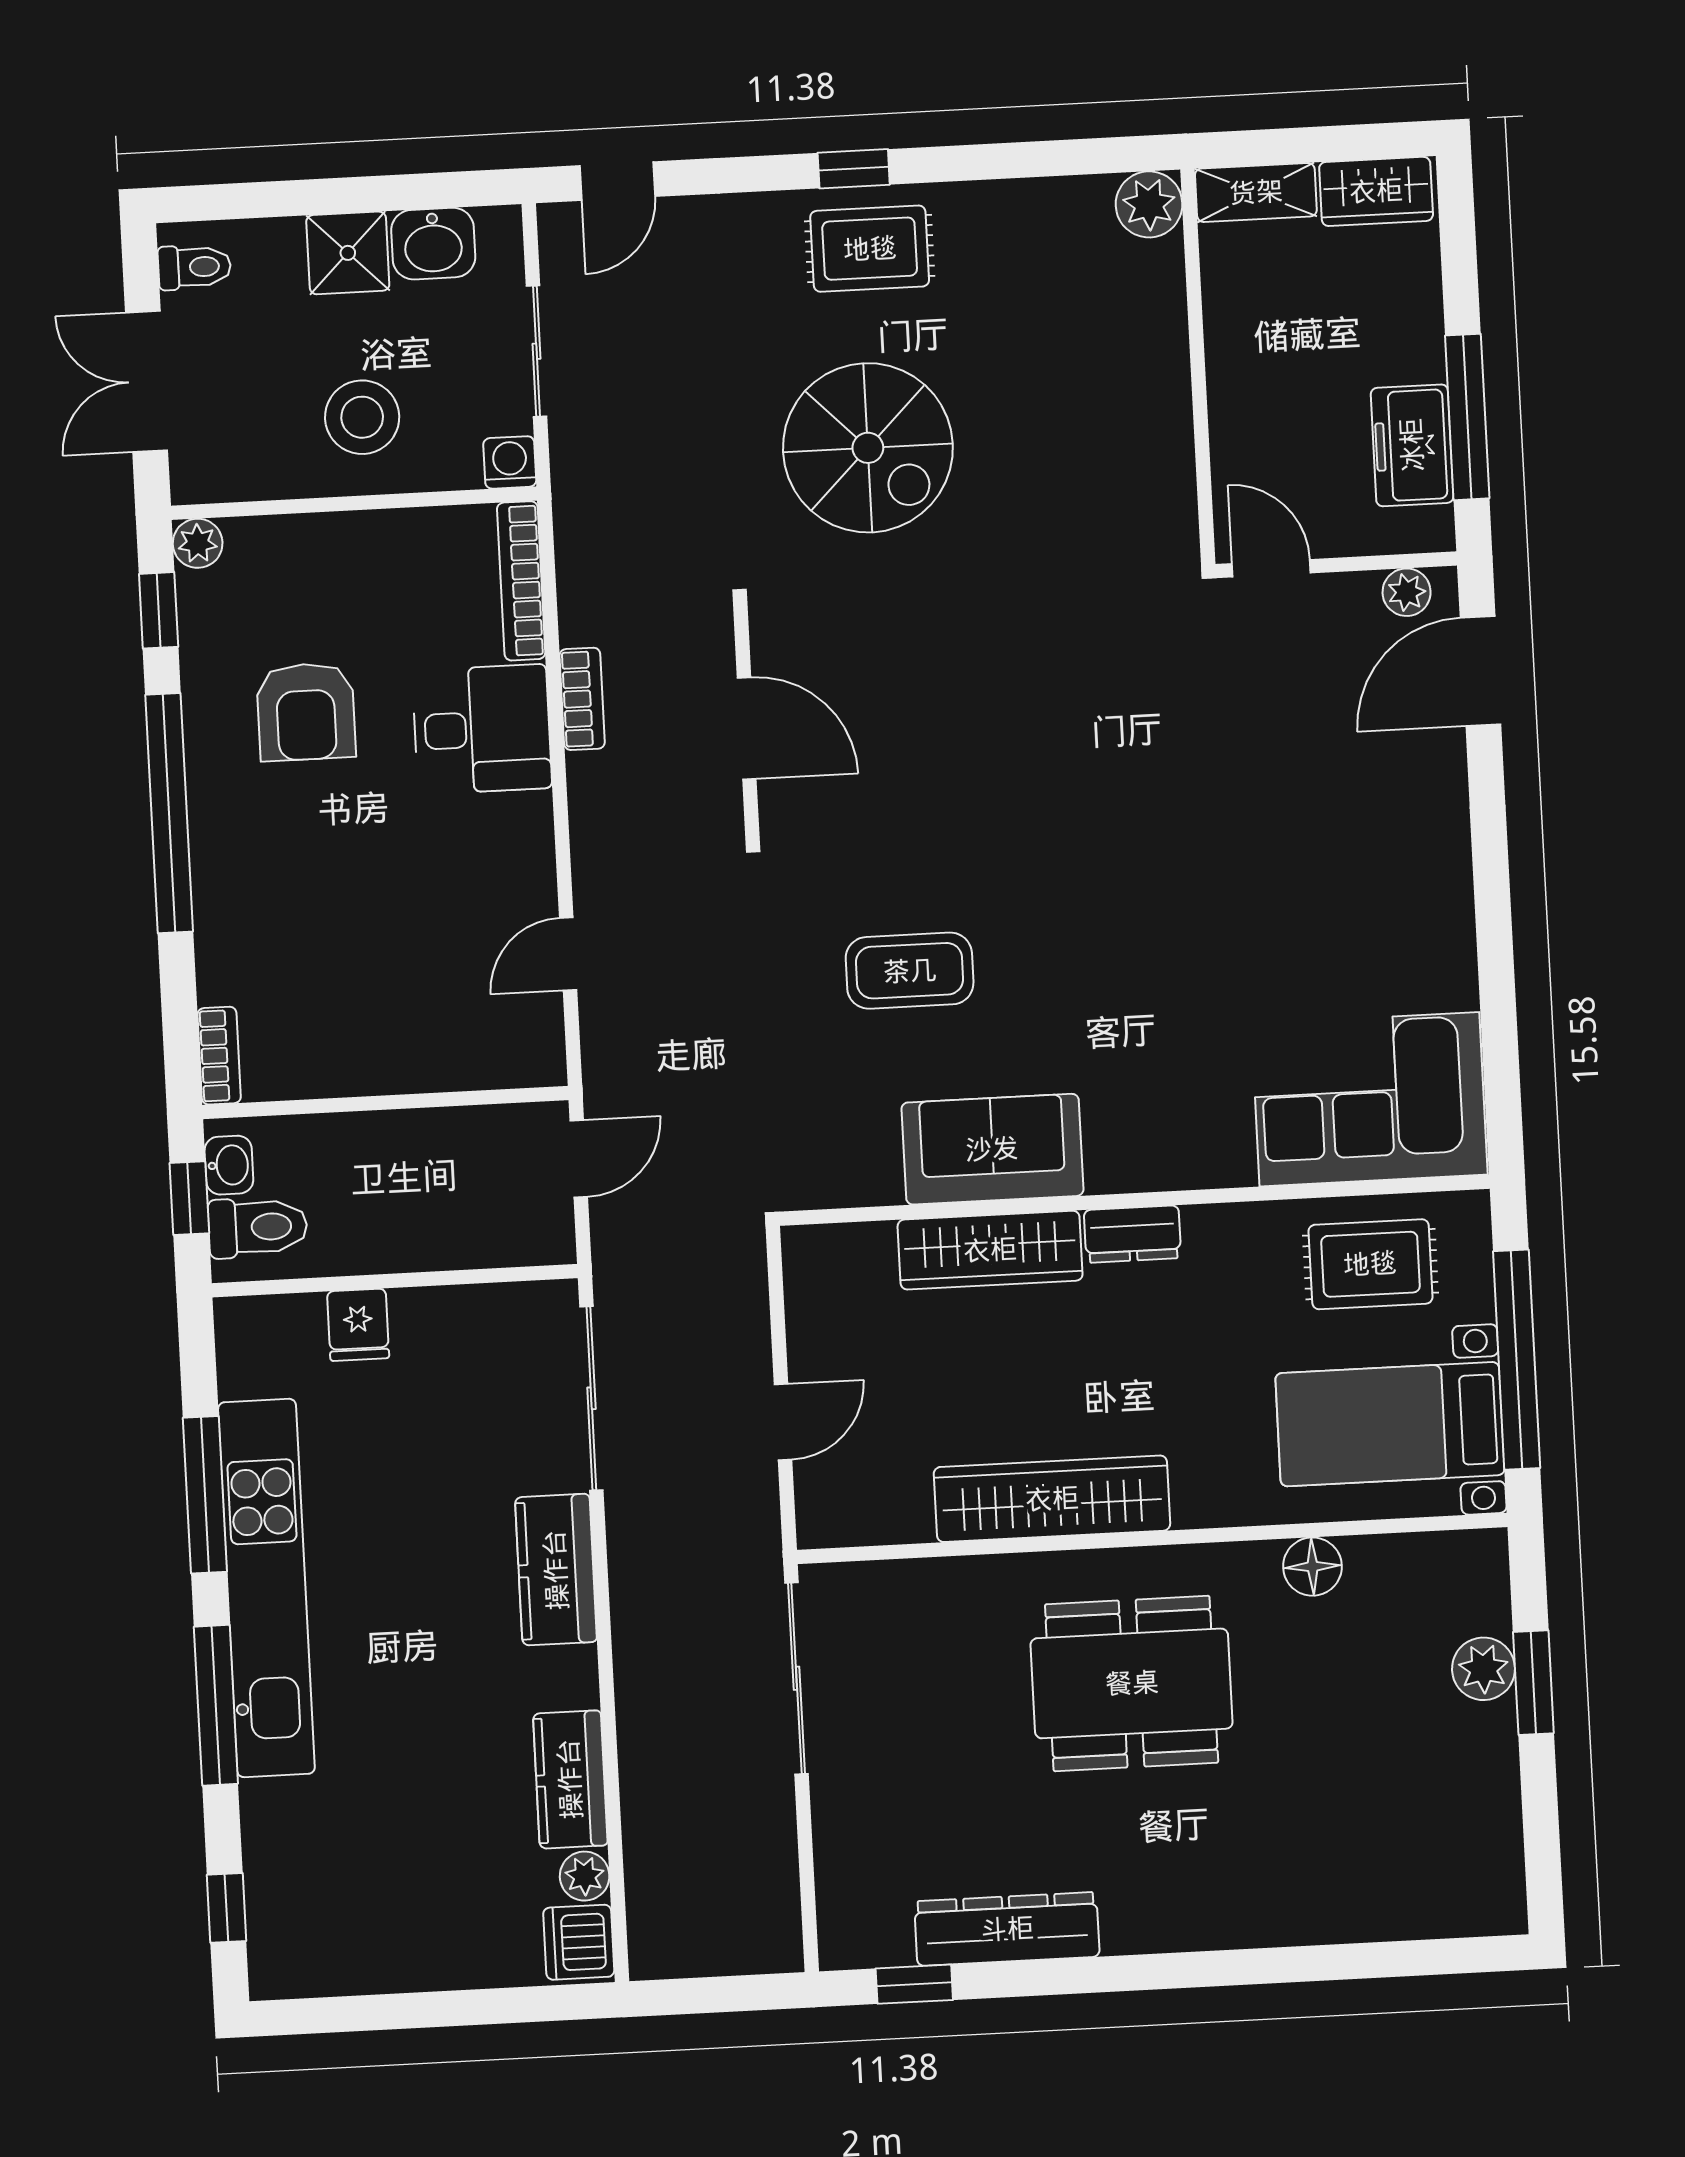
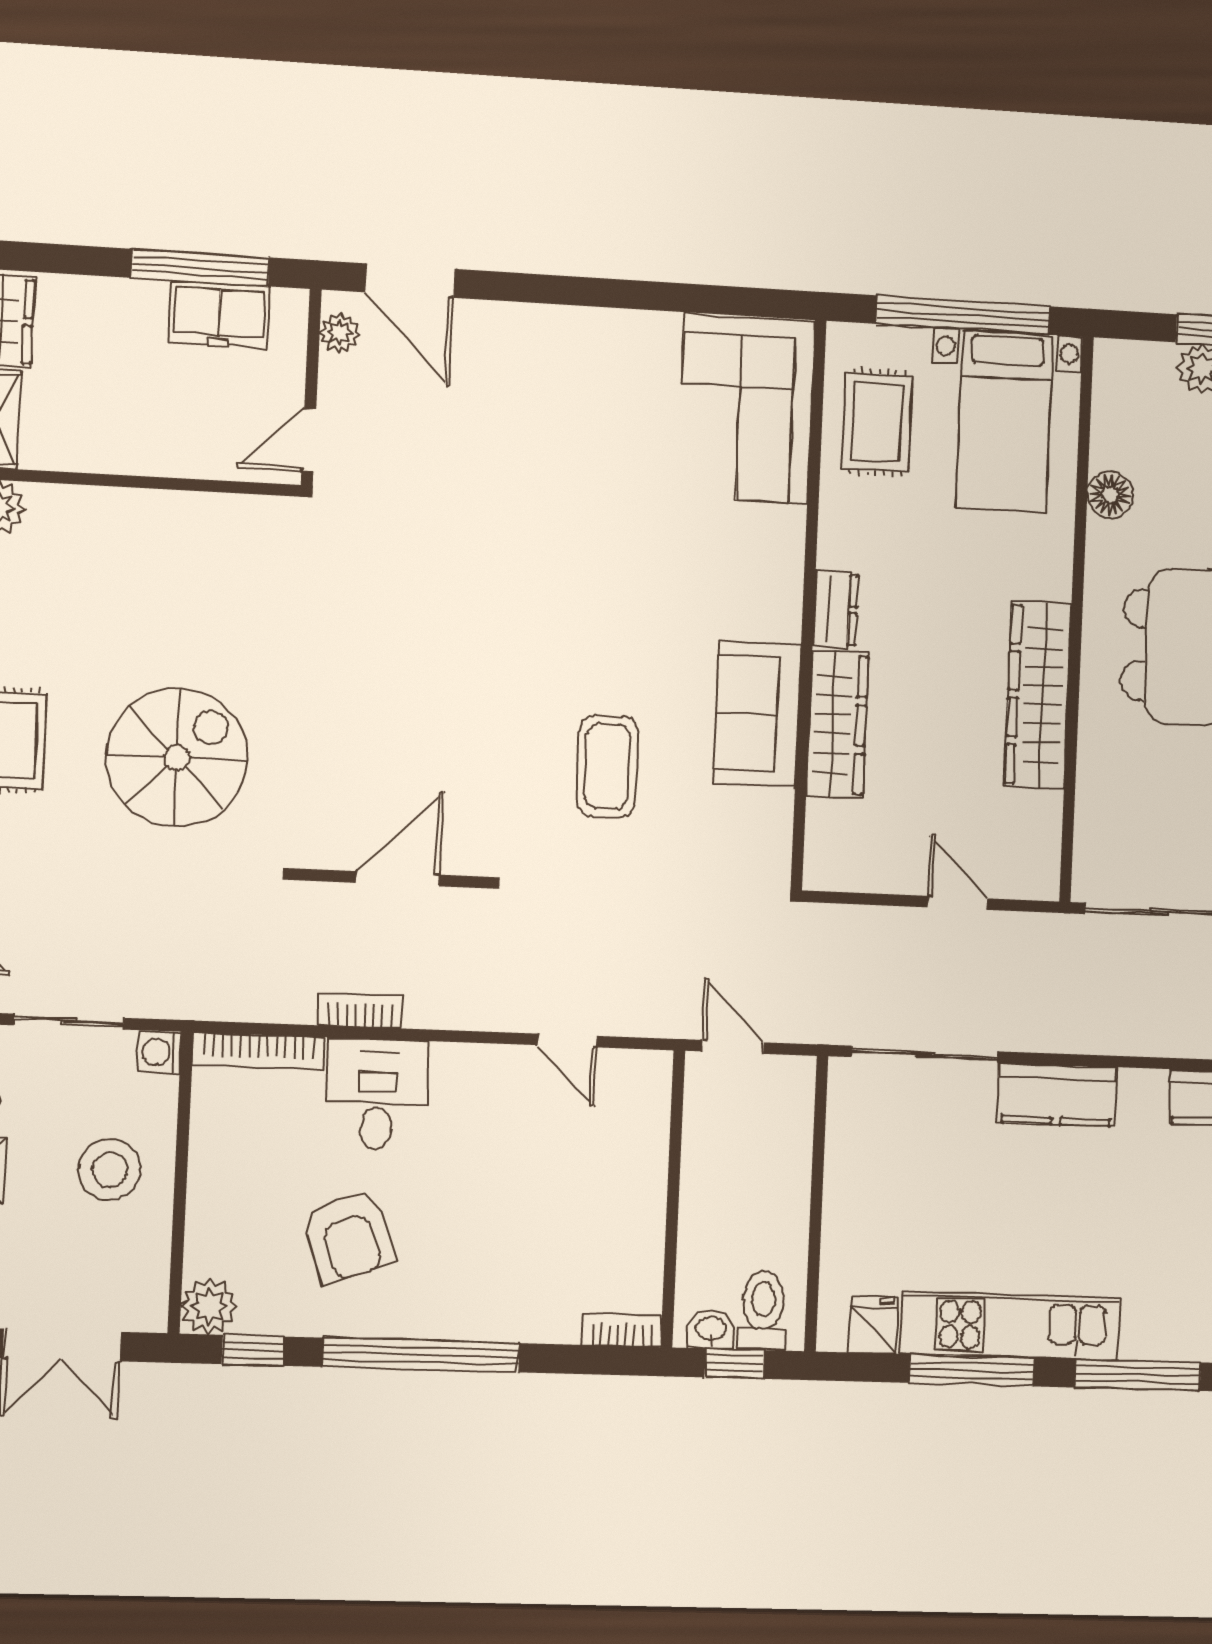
plant: (198, 543) -> (209, 1306), width x1.38, depth x1.38
armchair: (306, 712) -> (349, 1236), turned 70
fridge: (358, 1325) -> (874, 1325), moved, turned -90
kitchen unit: (266, 1588) -> (1010, 1326), width x0.73

